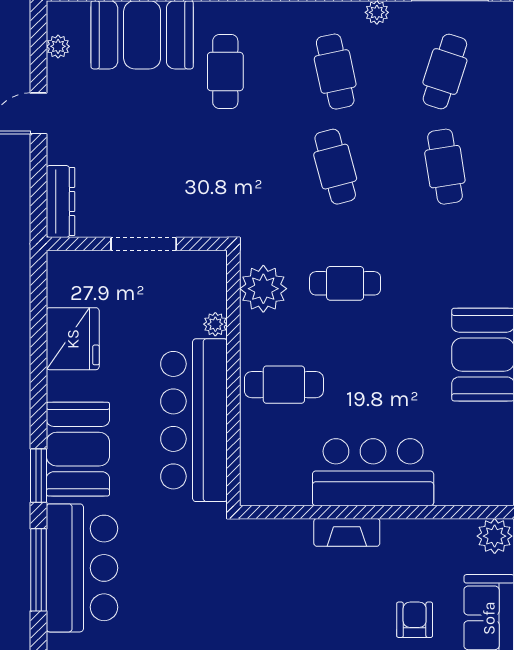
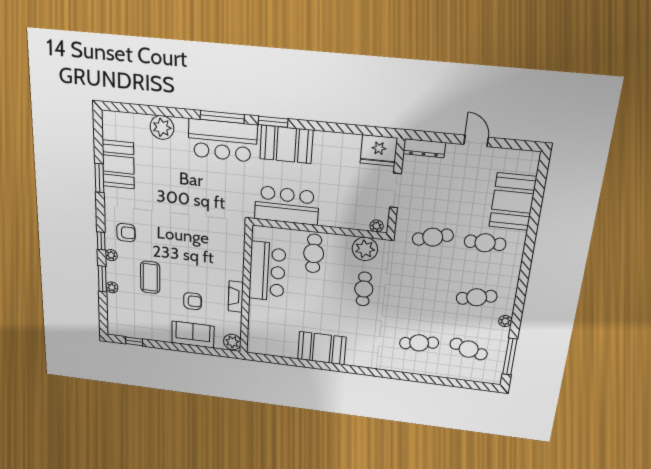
plant: (58, 46) -> (513, 155), removed
cafe table: (335, 167) -> (433, 237), moved
plant: (215, 324) -> (377, 226), moved
fridge: (73, 339) -> (379, 151), moved
bar counter: (194, 420) -> (287, 205), width x0.73
bar counter: (373, 472) -> (267, 272), moved
fireplace: (347, 532) -> (236, 297), moved

